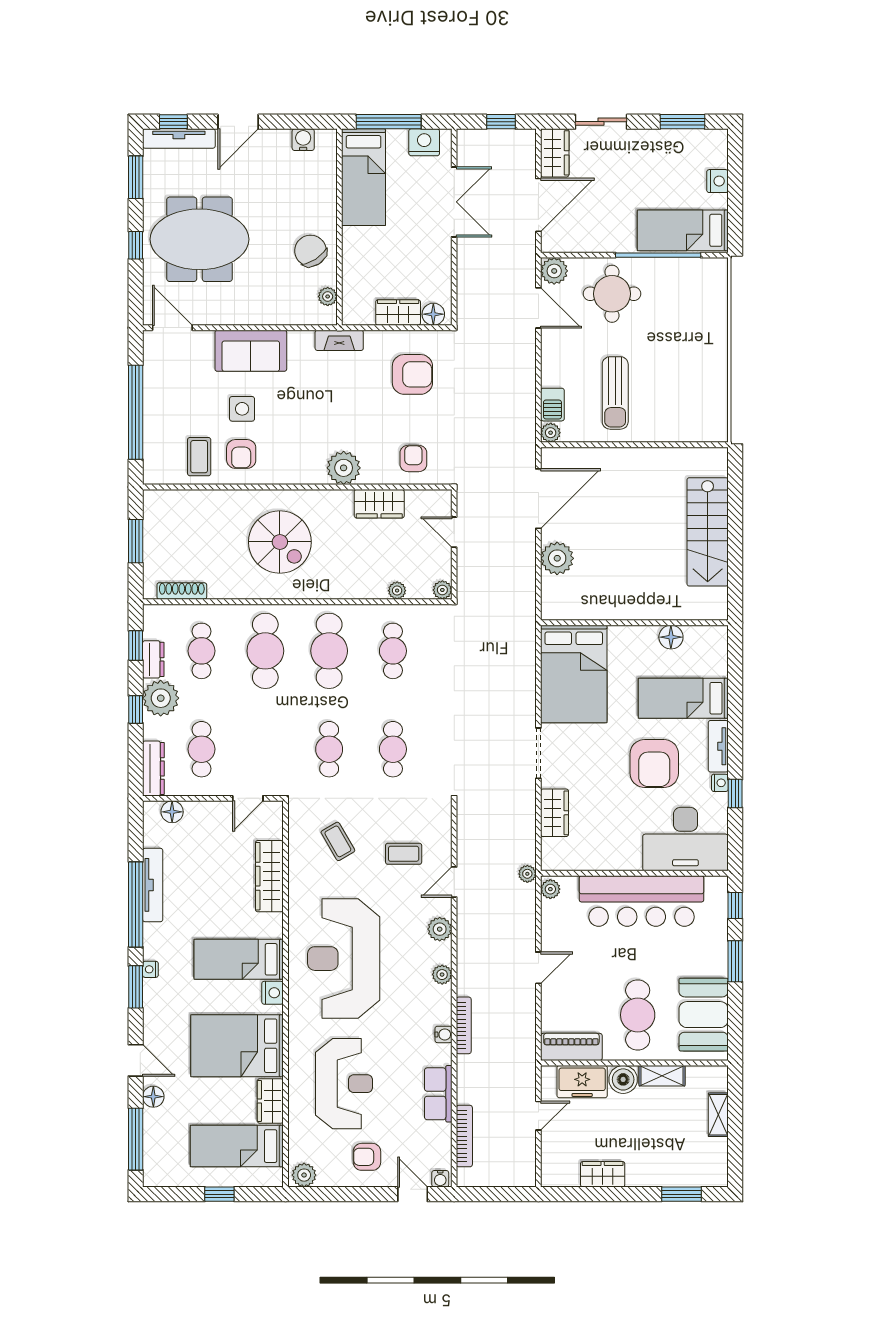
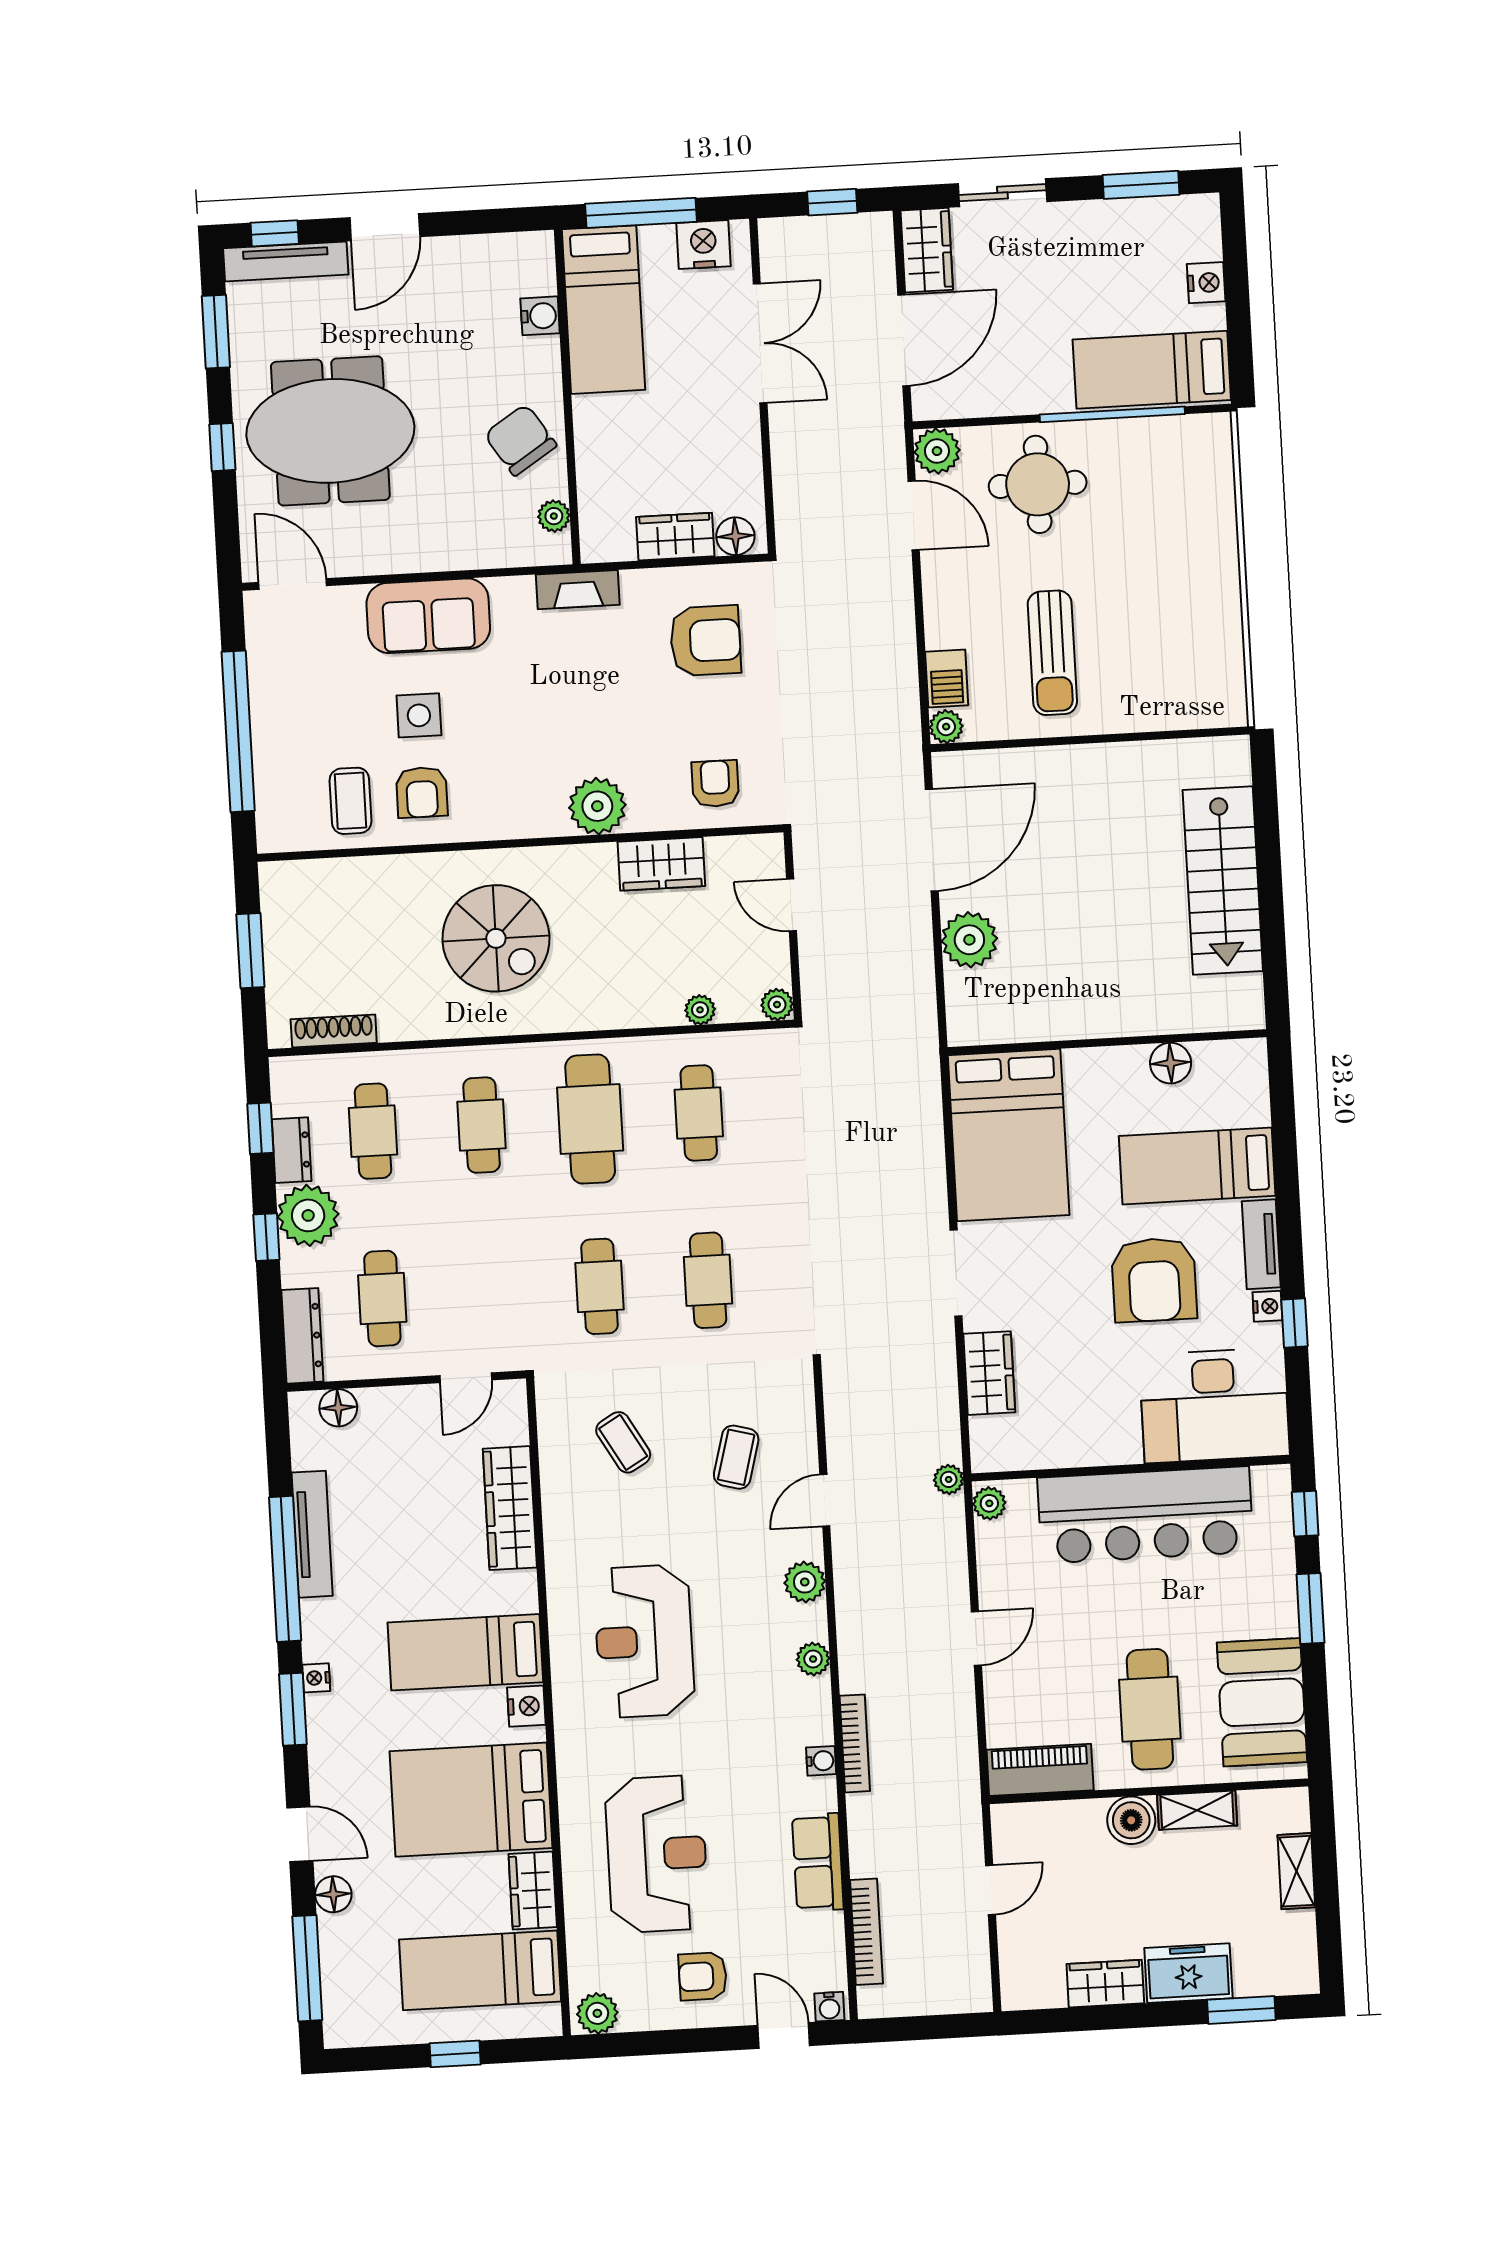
water cooler: (303, 140) -> (540, 316), moved, turned 90
cafe table: (265, 651) -> (482, 1125), width x0.73, depth x0.74
coffee table: (404, 854) -> (736, 1457), turned -75
reception desk: (344, 959) -> (644, 1641), width x0.74, depth x0.77
freezer: (582, 1082) -> (1188, 1973), moved, turned 180

